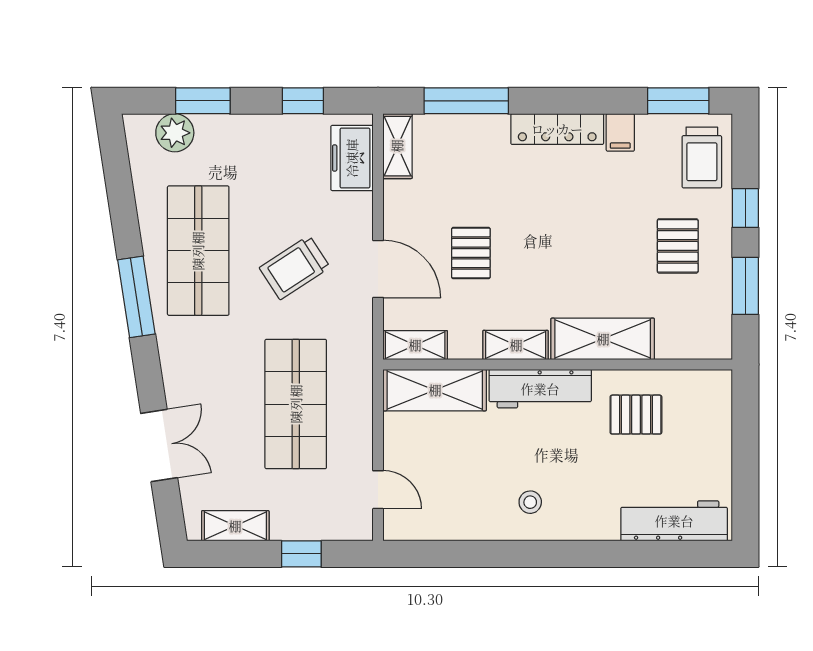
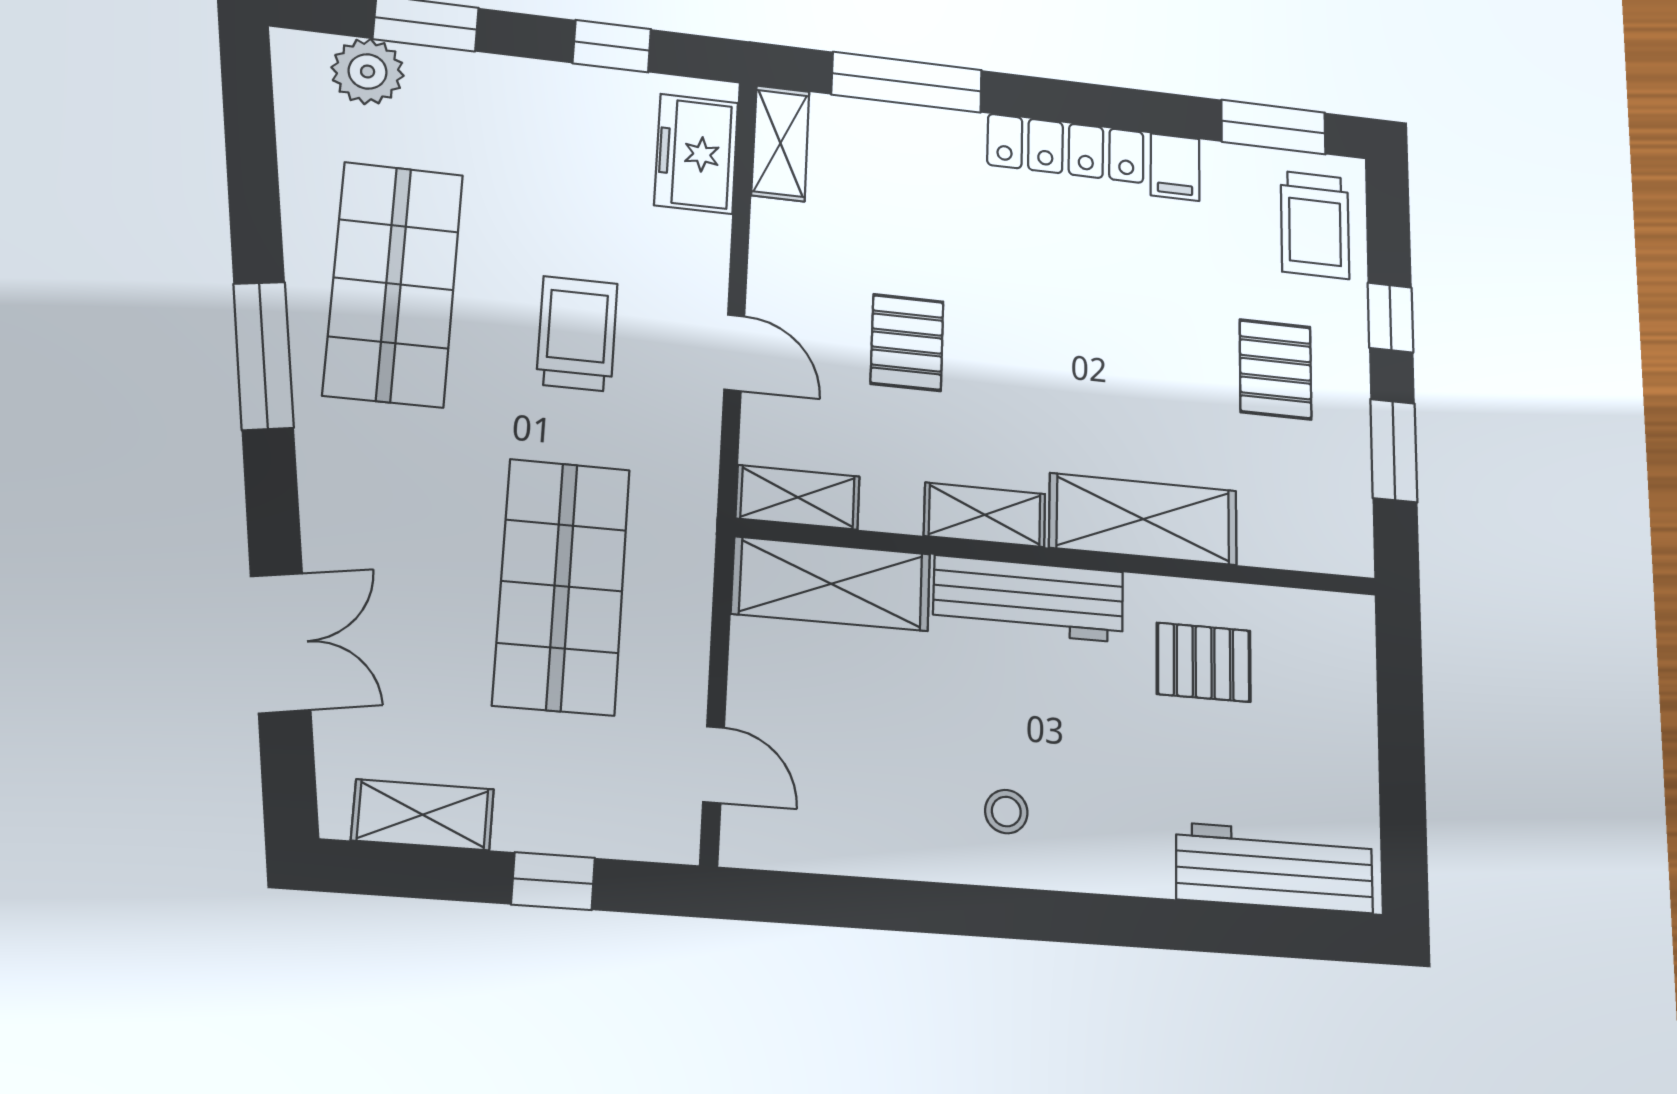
trolley: (295, 268) -> (577, 334), turned 123
door: (378, 269) -> (734, 353), width x0.73

